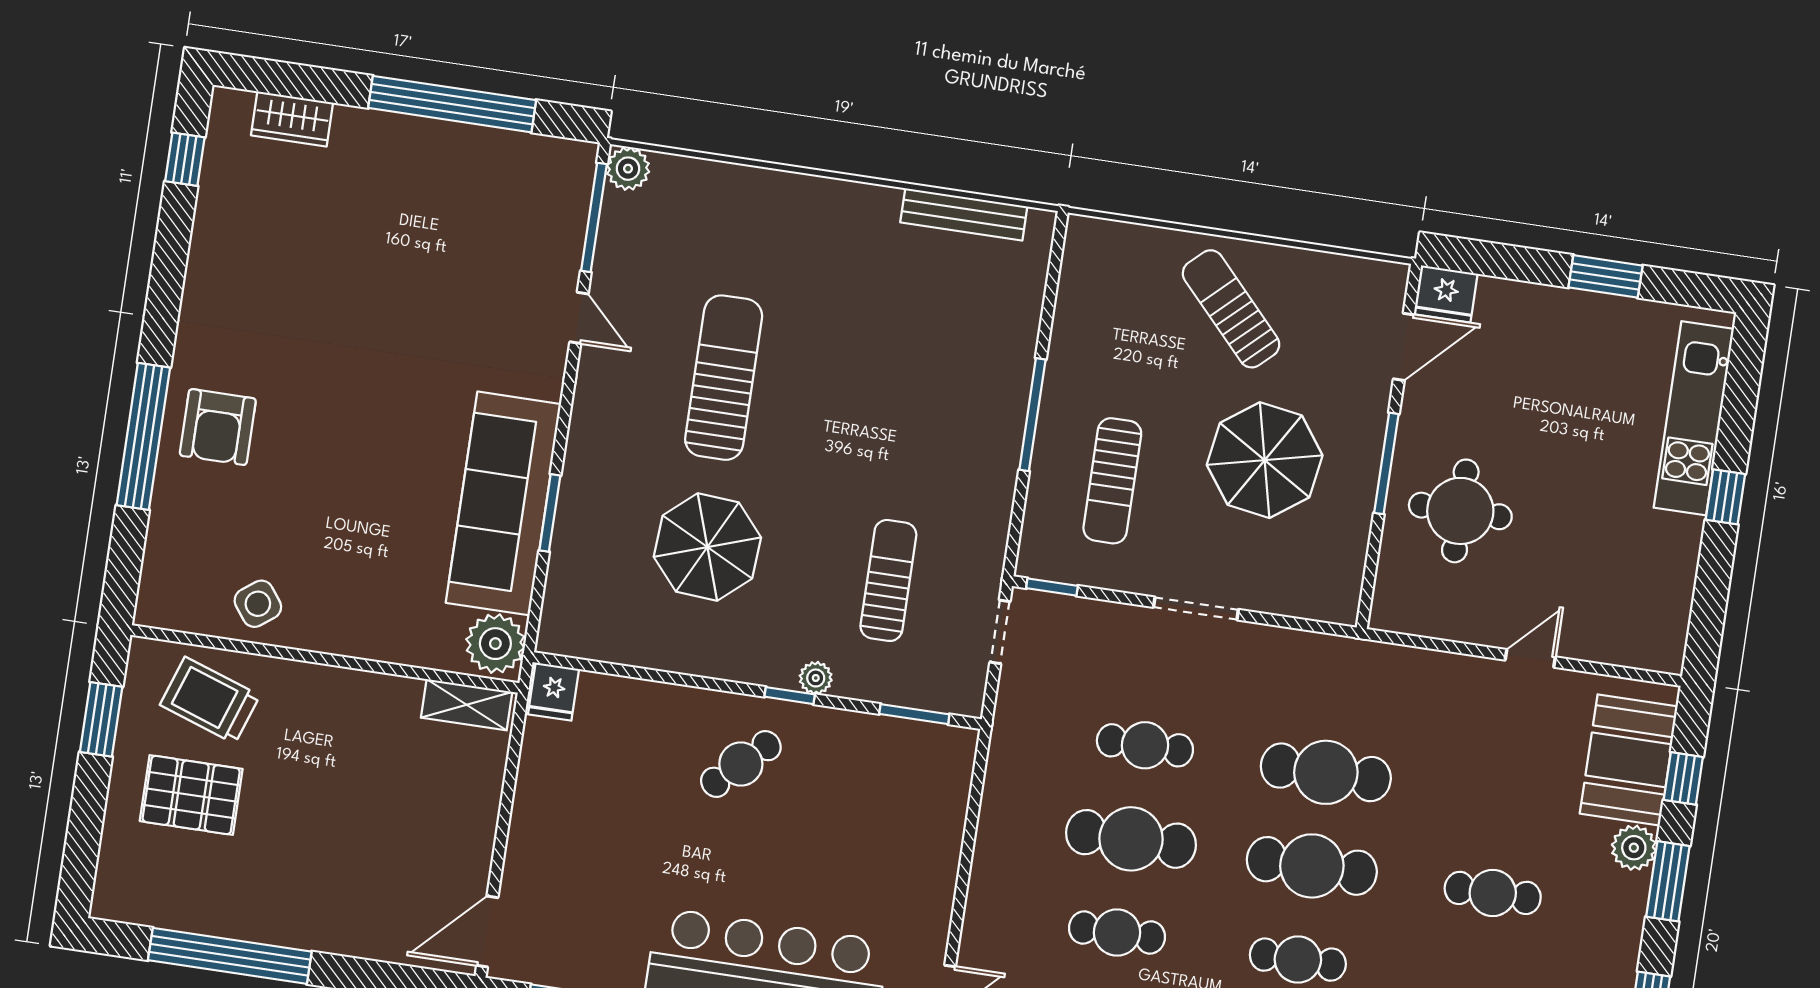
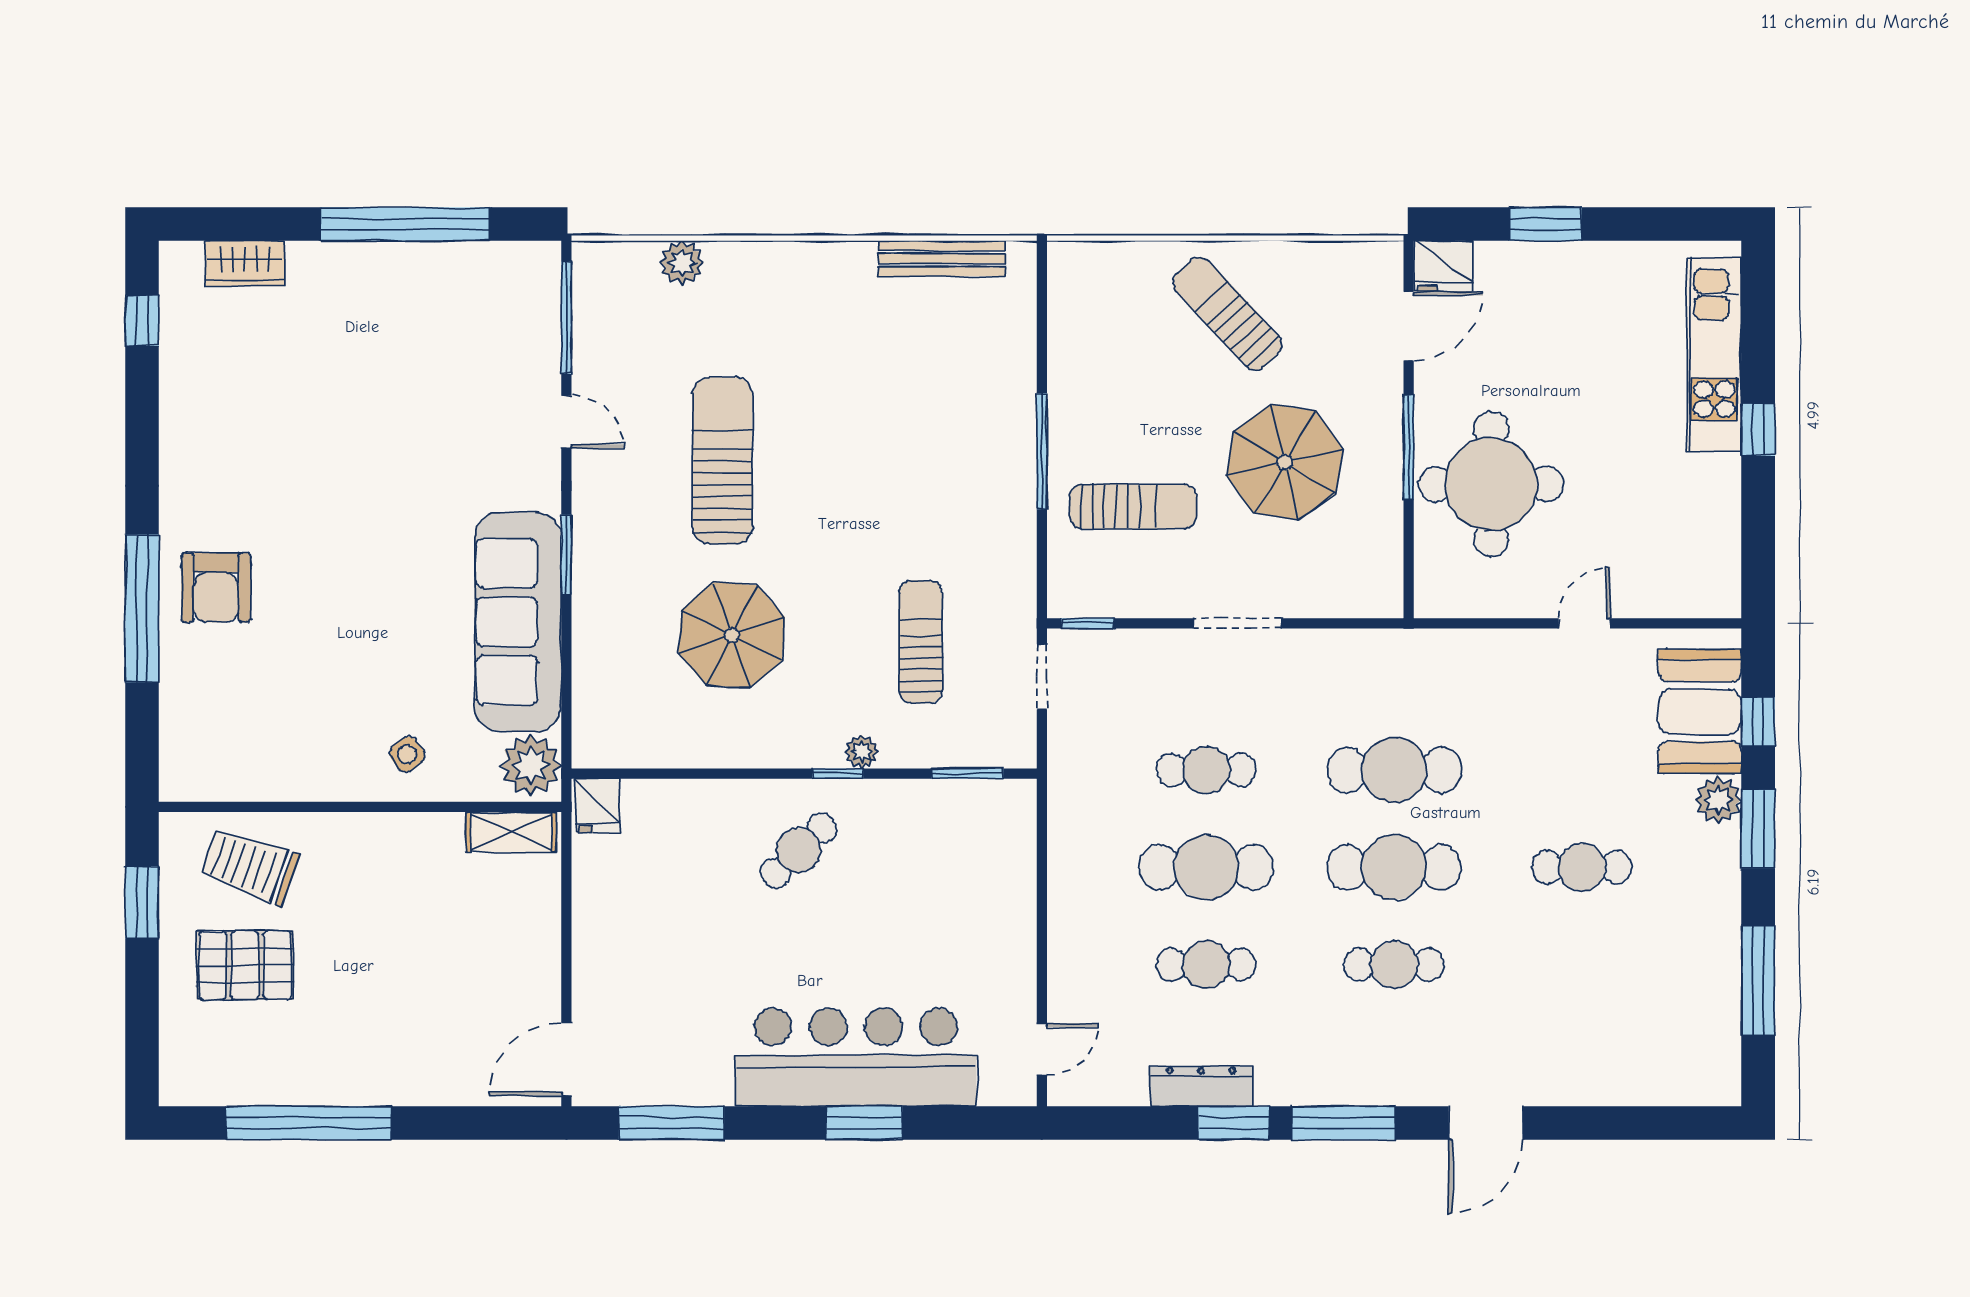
plant: (628, 169) -> (682, 263), moved
window: (1605, 276) -> (1545, 224), moved
sun lounger: (1112, 481) -> (1133, 506), turned -90
round table: (1460, 511) -> (1491, 484), width x1.36, depth x1.36
window: (550, 513) -> (566, 554), moved
side table: (258, 604) -> (407, 754), moved, width x0.73, depth x0.73

